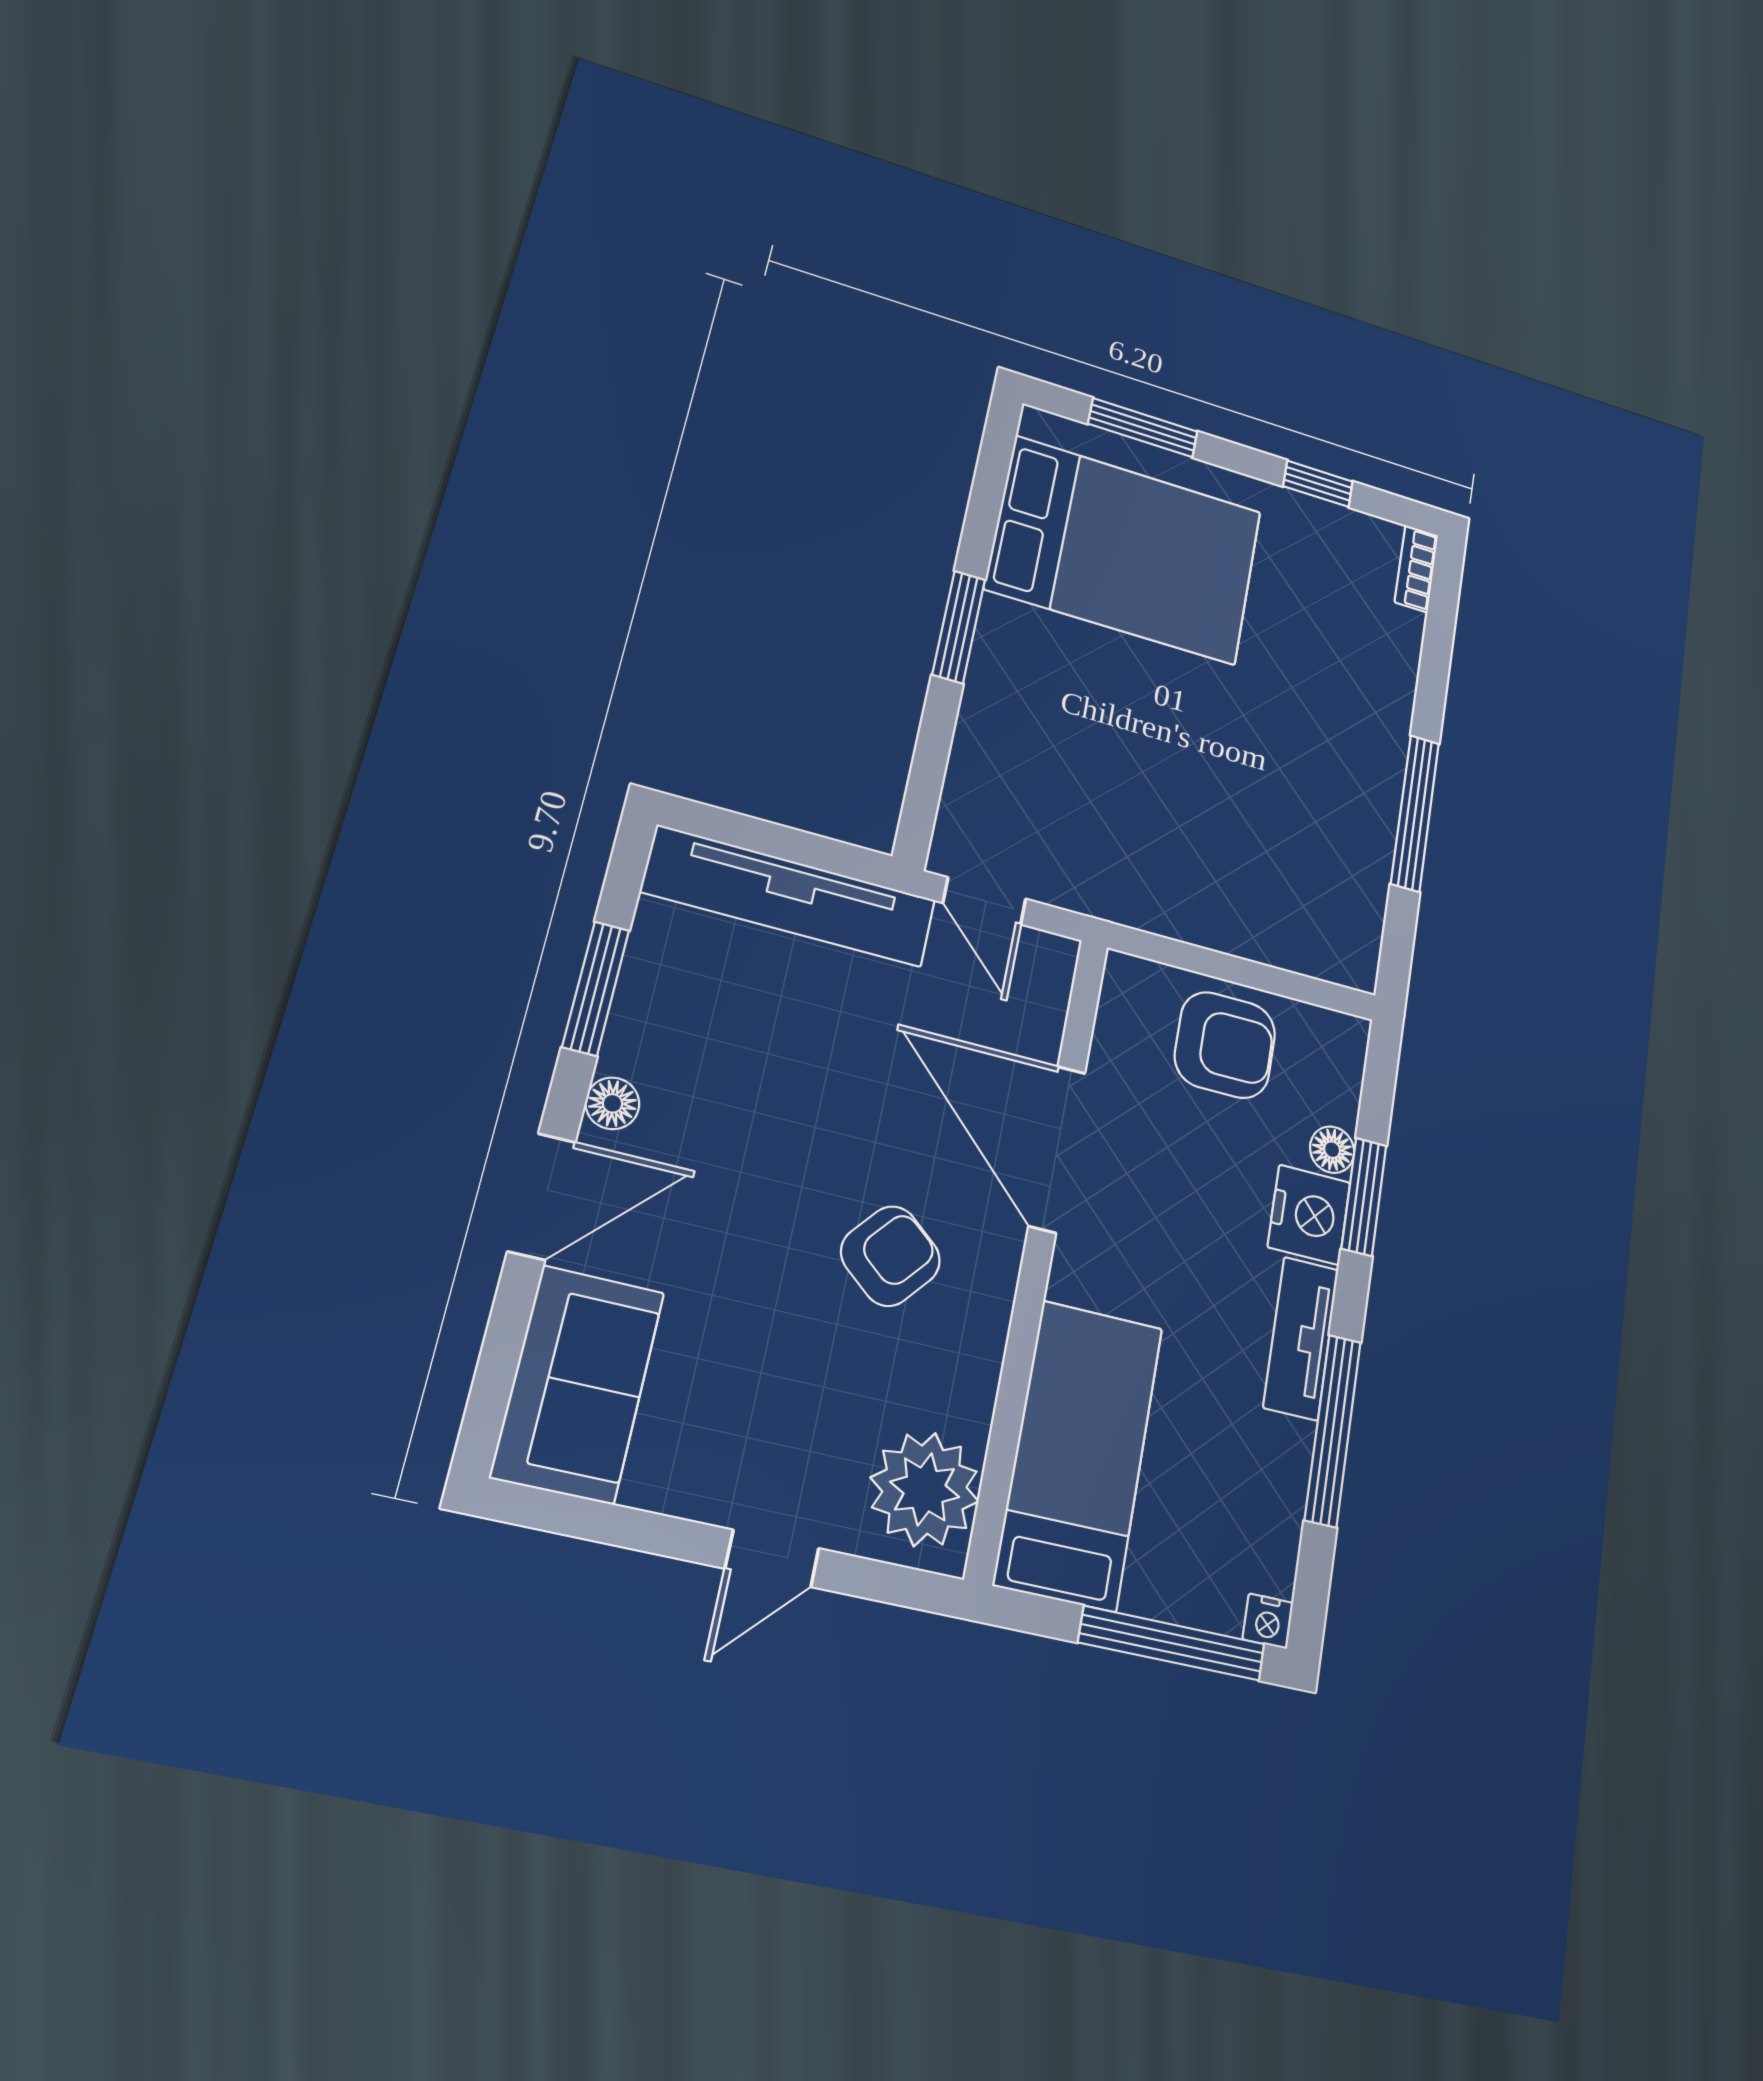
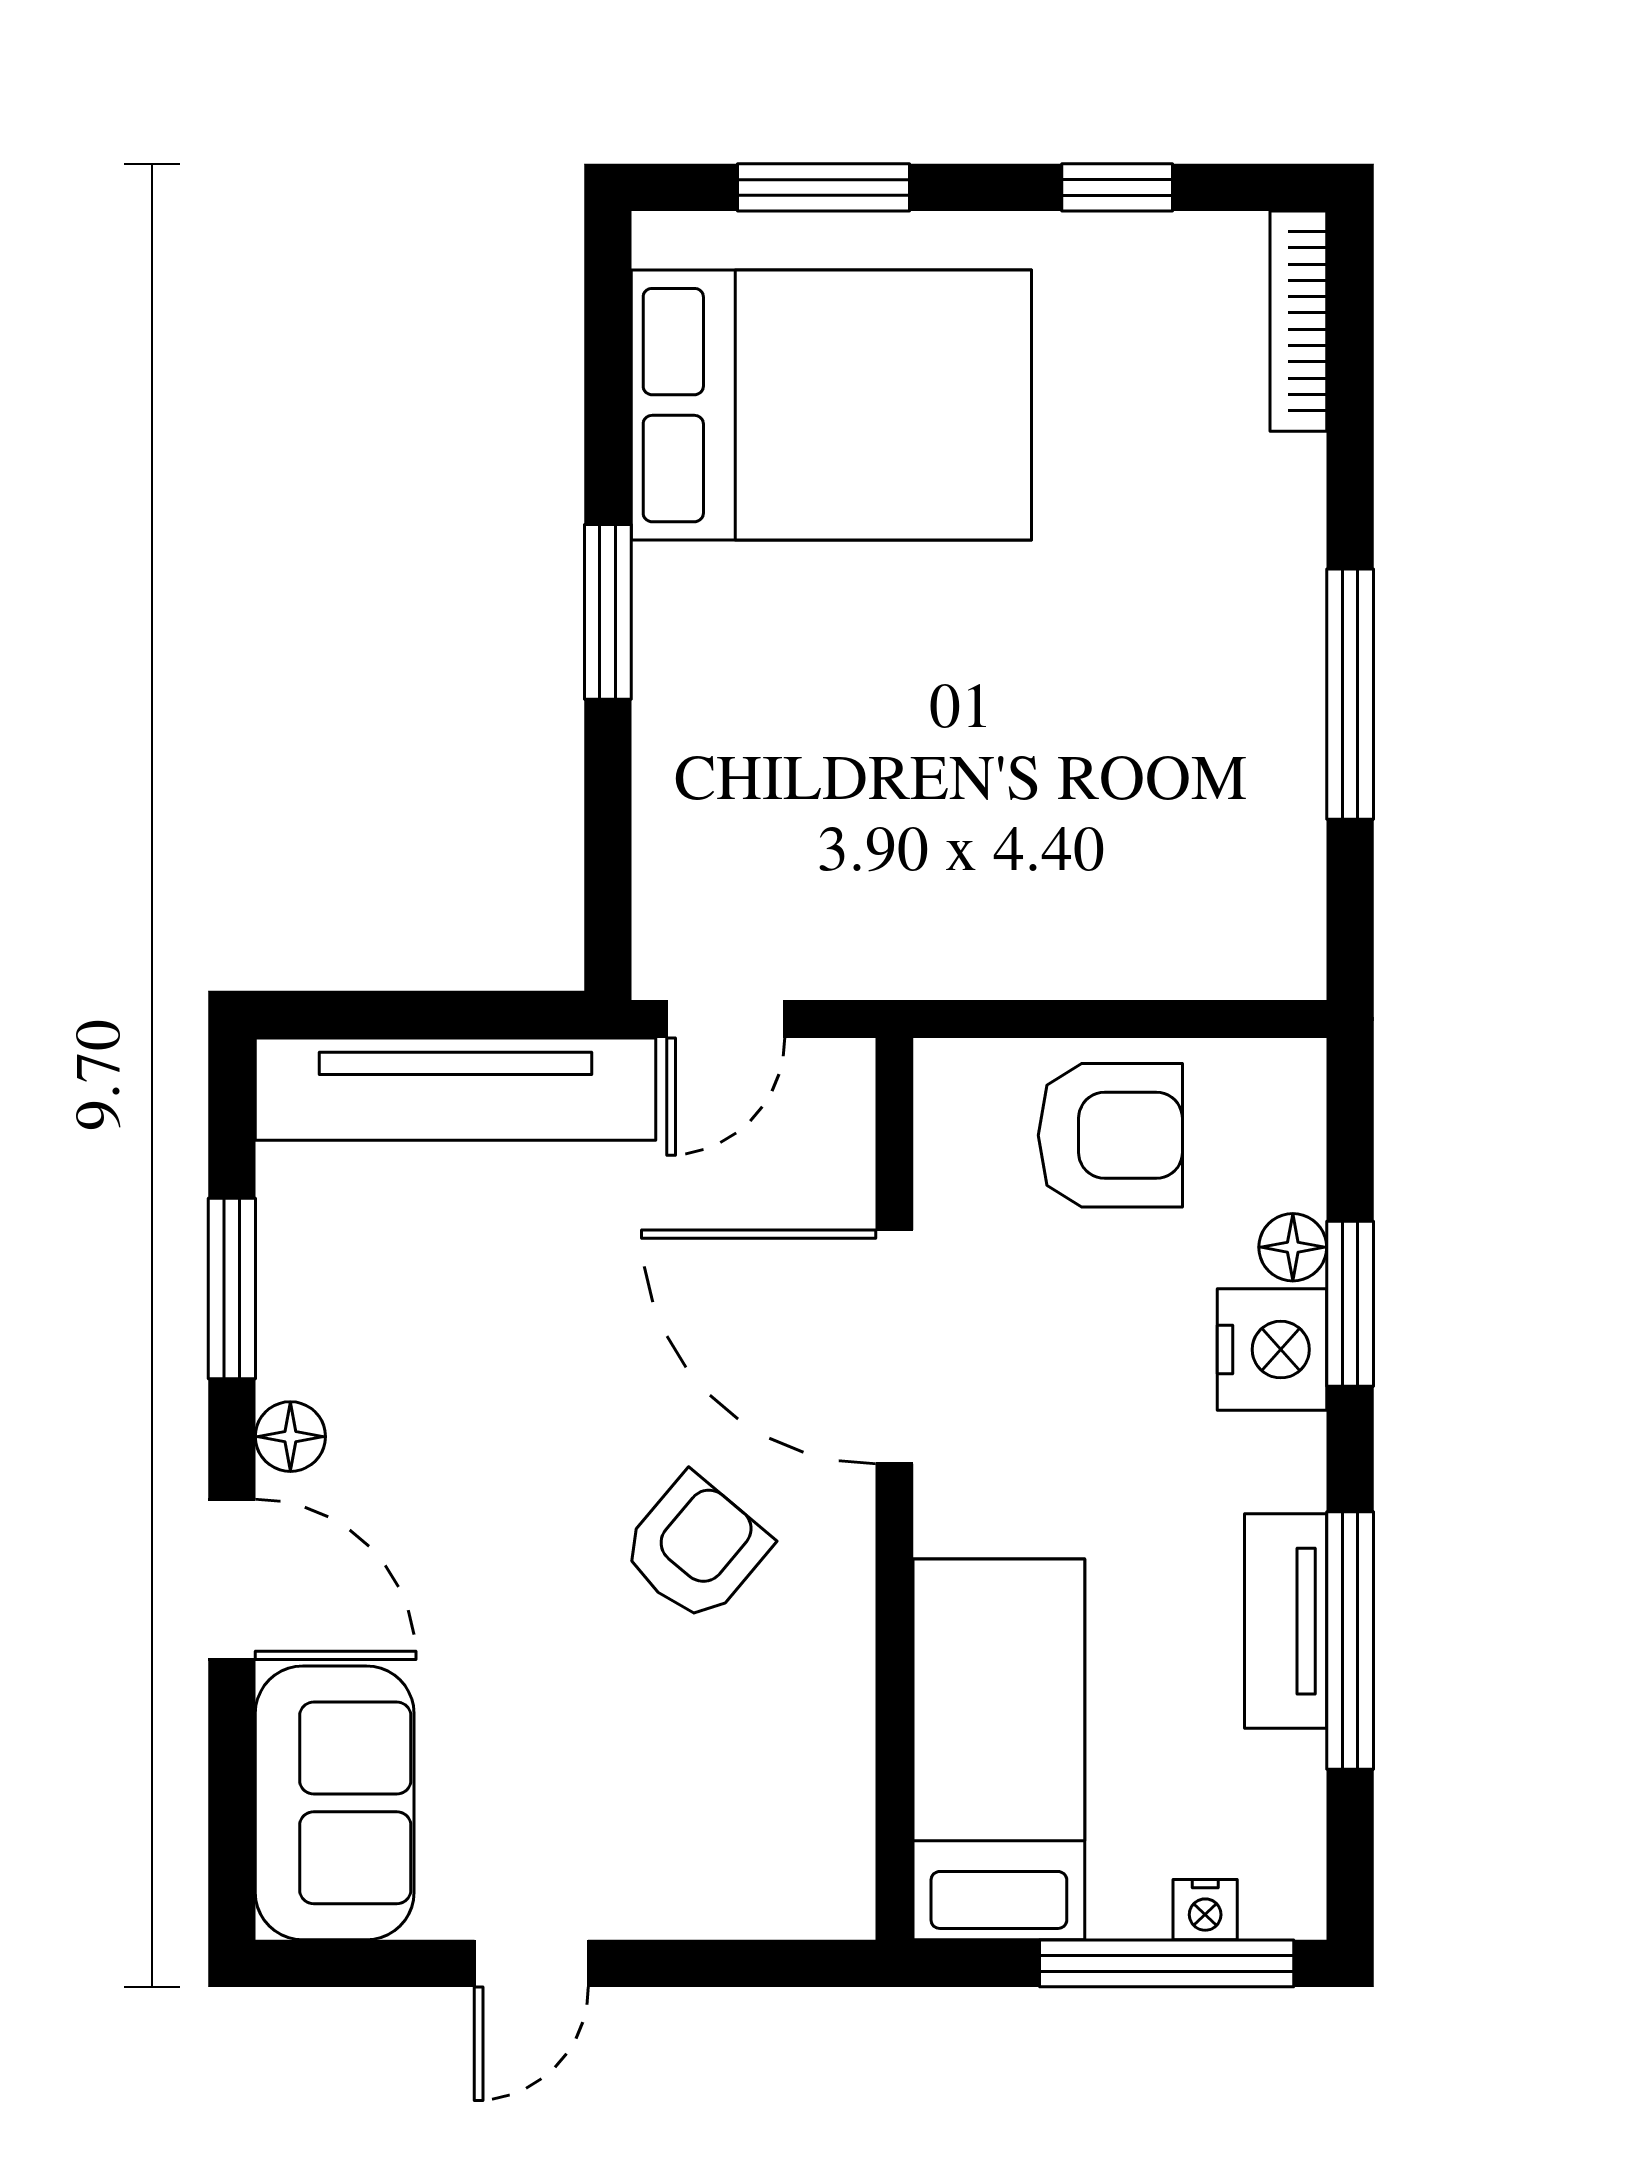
bookcase: (1416, 569) -> (1298, 321), width x1.56
door: (984, 901) -> (726, 1019), hinge flipped
door: (542, 1196) -> (232, 1579), hinge flipped
tv unit: (1301, 1338) -> (1286, 1621), moved
plant: (925, 1489) -> (802, 1838), removed
door: (772, 1558) -> (531, 1963), moved
nightstand: (1268, 1621) -> (1205, 1910), moved

